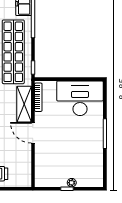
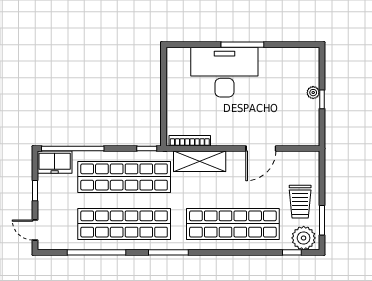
desk: (80, 98) -> (224, 72), moved, turned 90
door: (33, 133) -> (261, 148), moved

